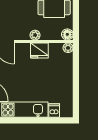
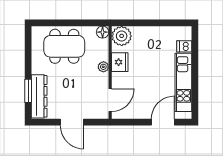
plant: (68, 48) -> (122, 36), width x1.88, depth x1.88

